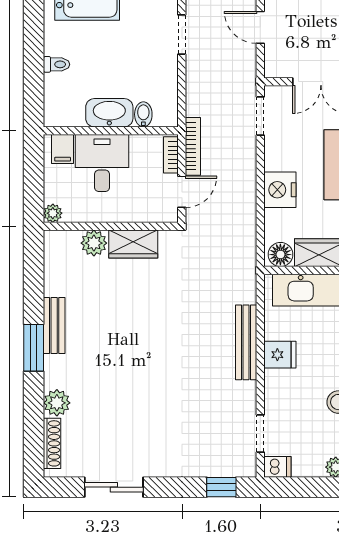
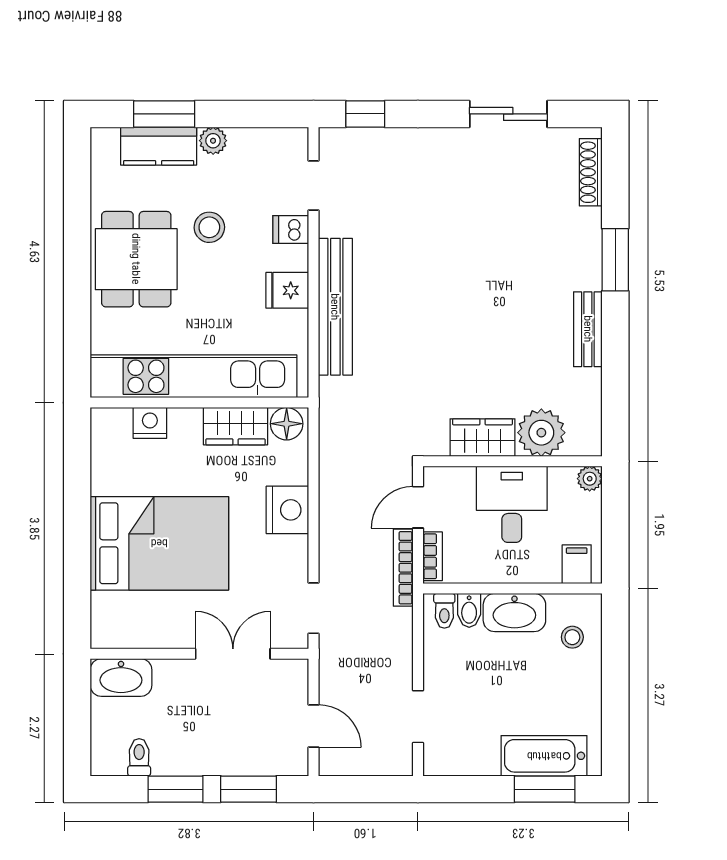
toilet: (56, 64) -> (444, 611), moved, turned -90
stool: (66, 94) -> (572, 637), added
desk: (102, 163) -> (512, 504), moved, turned 180
plant: (94, 243) -> (541, 433), width x1.36, depth x1.36
bench: (246, 342) -> (335, 307), width x1.37, depth x1.21
window: (34, 348) -> (615, 260), moved
plant: (57, 403) -> (584, 226), removed
dishwasher: (277, 467) -> (291, 230), moved

